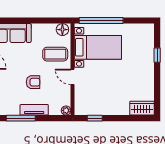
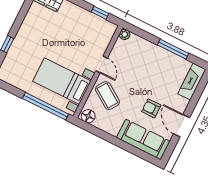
coffee table: (55, 54) -> (107, 96), turned 34
armchair: (33, 82) -> (151, 108), moved
tv unit: (34, 110) -> (156, 51), removed

